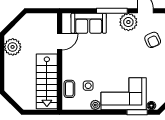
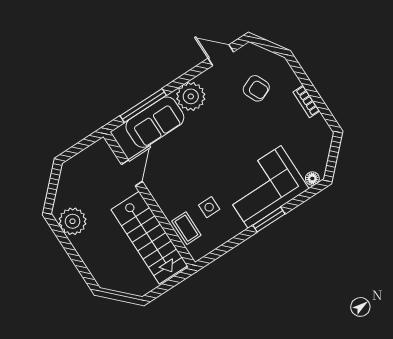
window: (112, 11) -> (143, 106), moved
plant: (128, 22) -> (191, 96), moved
plant: (95, 105) -> (236, 227), removed
window: (137, 112) -> (269, 220), moved

